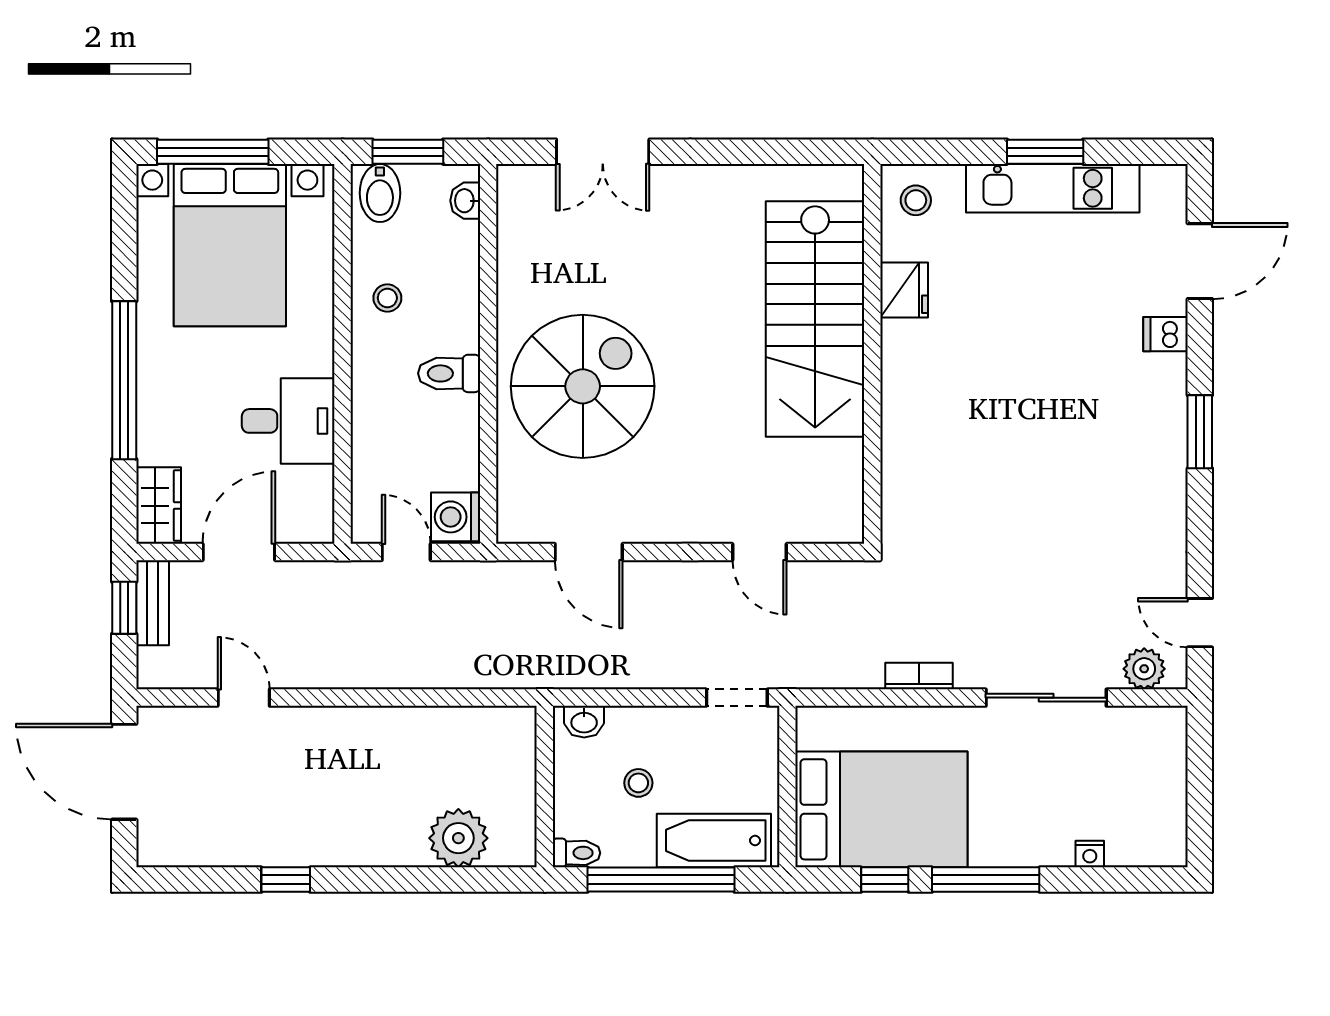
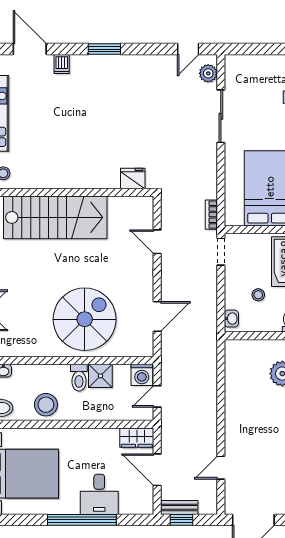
fridge: (904, 290) -> (133, 178), moved
stool: (387, 298) -> (46, 405), width x1.89, depth x1.89
spiral stairs: (583, 386) -> (85, 319), turned 90
desk: (288, 421) -> (99, 494), moved, turned 180
shower: (453, 422) -> (100, 376), added
wardrobe: (159, 506) -> (137, 438), moved, turned 180
door: (760, 552) -> (157, 242), swing flipped
bookcase: (919, 676) -> (211, 215), moved

